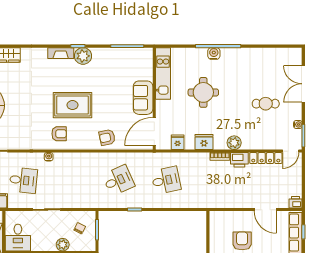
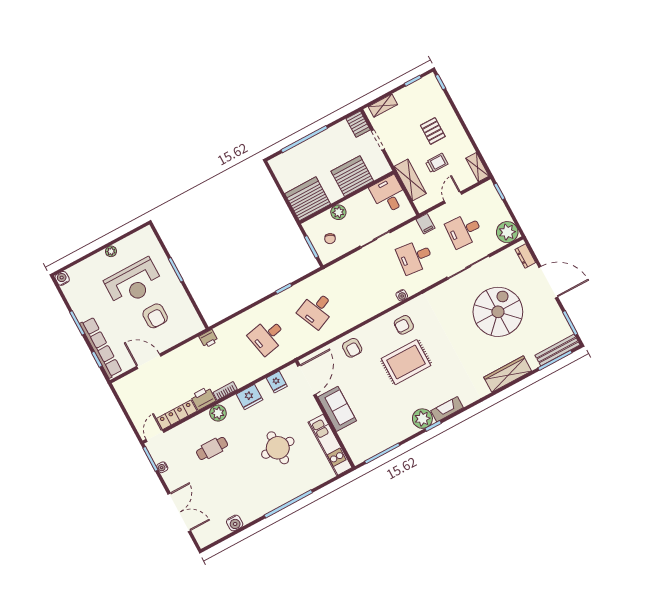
water cooler: (214, 53) -> (235, 523), moved
cafe table: (266, 104) -> (212, 448), moved
armchair: (107, 137) -> (352, 348), turned 102
printer: (295, 202) -> (208, 339), moved

